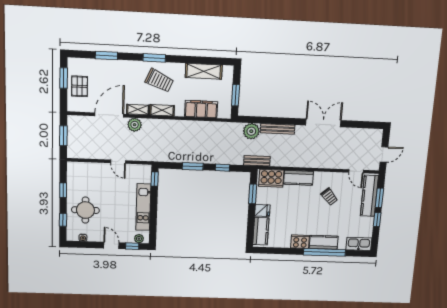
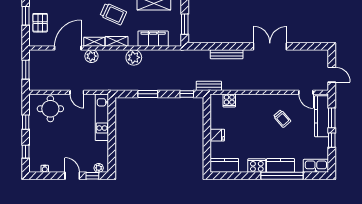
plant: (251, 131) -> (134, 57), moved
door: (384, 154) -> (332, 75), hinge flipped
window: (222, 168) -> (187, 94), moved
cooker: (271, 178) -> (229, 100), width x0.53, depth x0.76
kitchen counter: (299, 178) -> (250, 101), removed
window: (155, 179) -> (112, 108), removed
window: (253, 194) -> (207, 119), removed
kitchen unit: (143, 207) -> (102, 117), moved
round table: (85, 210) -> (50, 109), moved
kitchen counter: (261, 231) -> (224, 165), moved, turned -90

